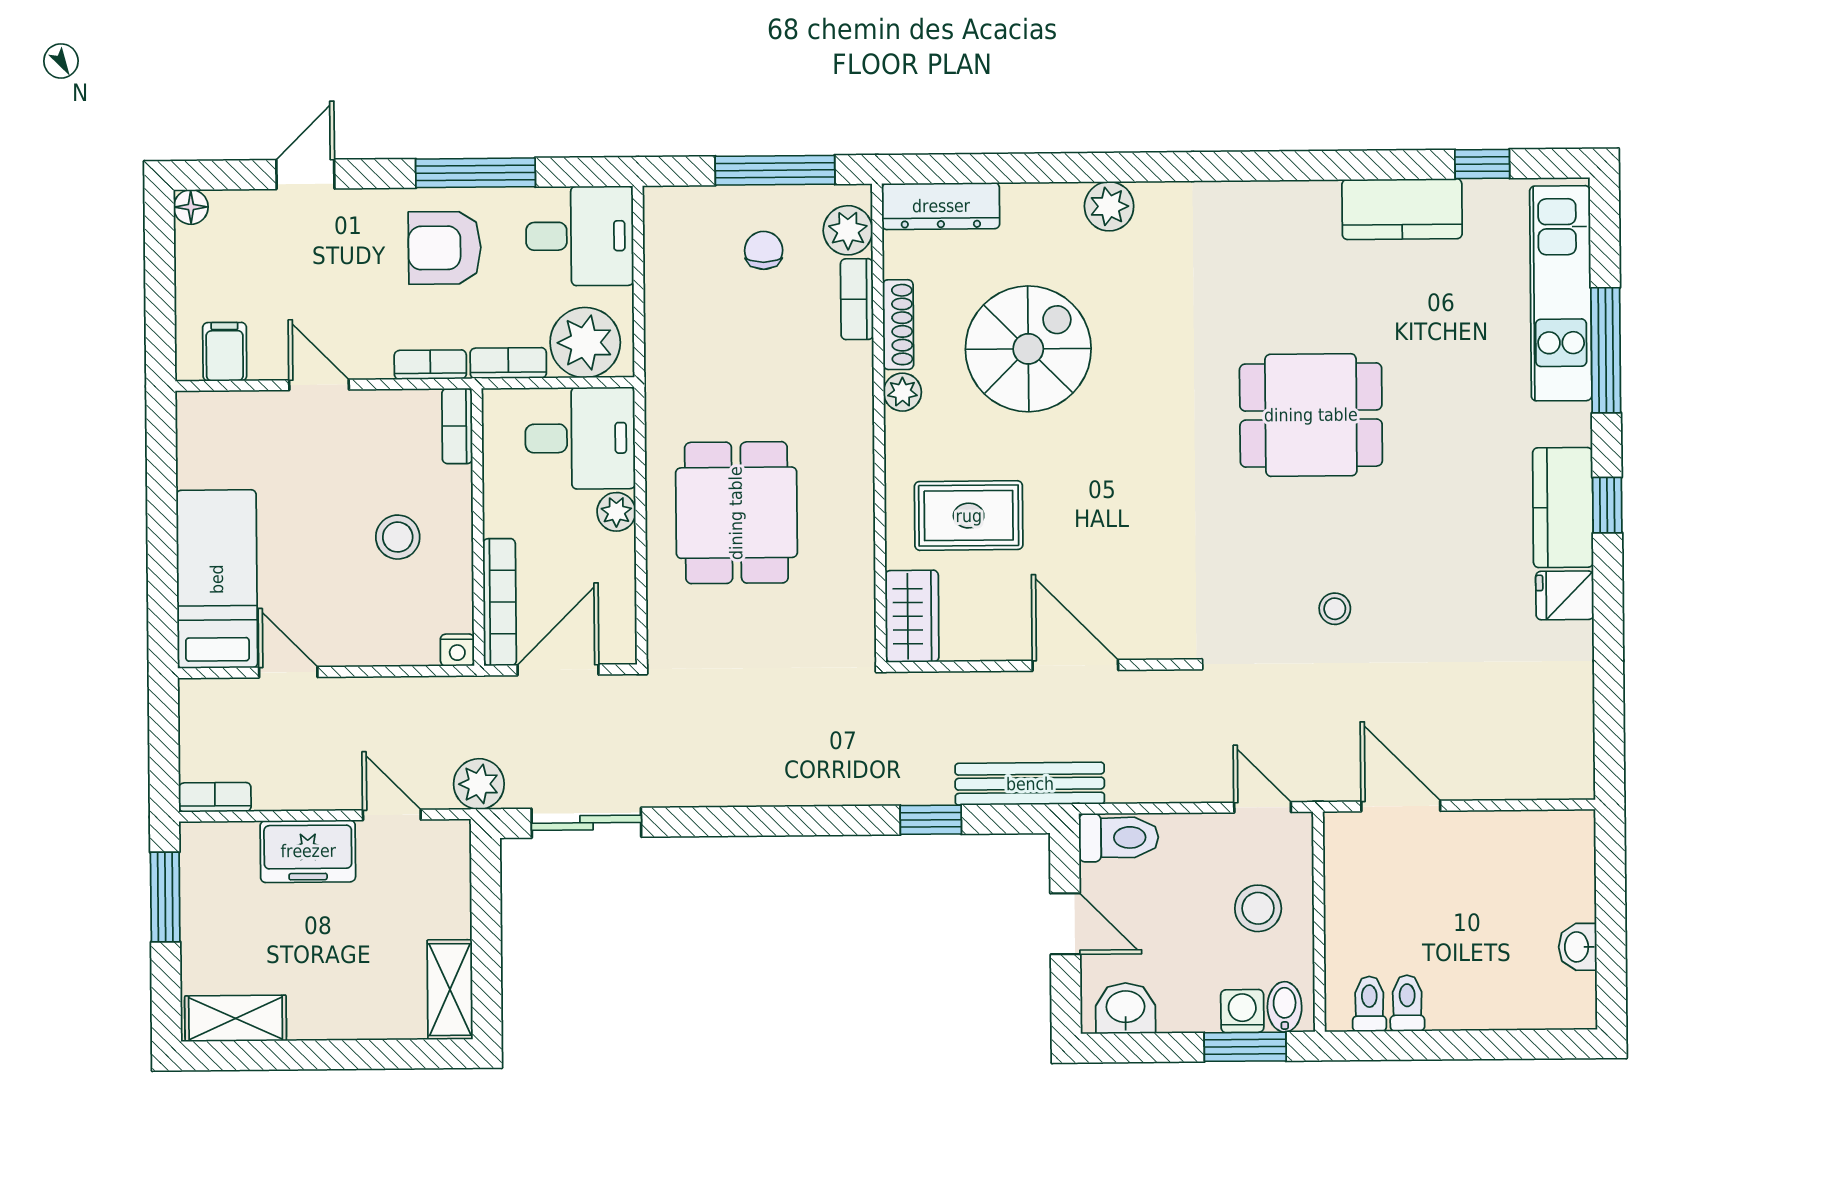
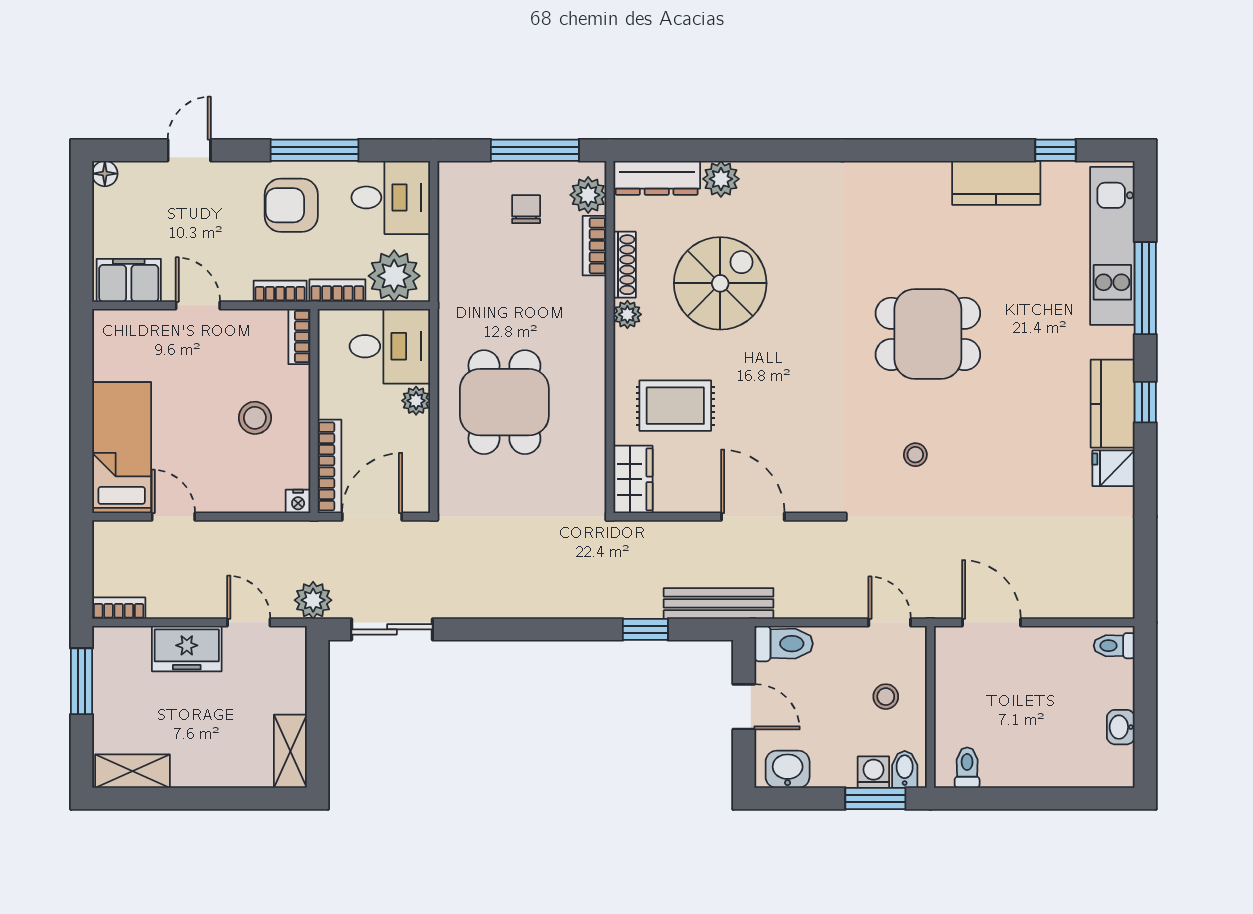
plant: (1109, 206) -> (721, 179), moved
filing cabinet: (225, 352) -> (129, 280), width x2.00
stool: (1335, 609) -> (915, 455), moved
stool: (1258, 908) -> (886, 697), width x0.73, depth x0.73
toilet: (1407, 1003) -> (1114, 646), moved, turned -90

